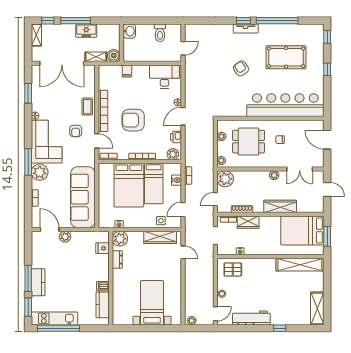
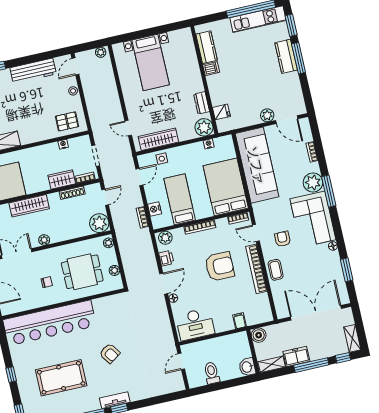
shelving: (96, 57) -> (272, 364), moved
bed: (129, 185) -> (226, 187), moved

